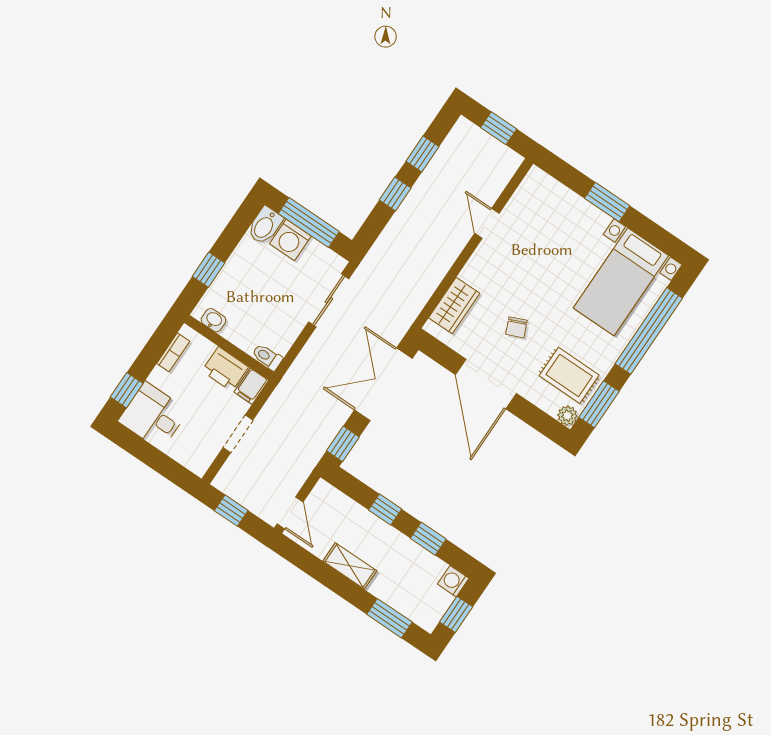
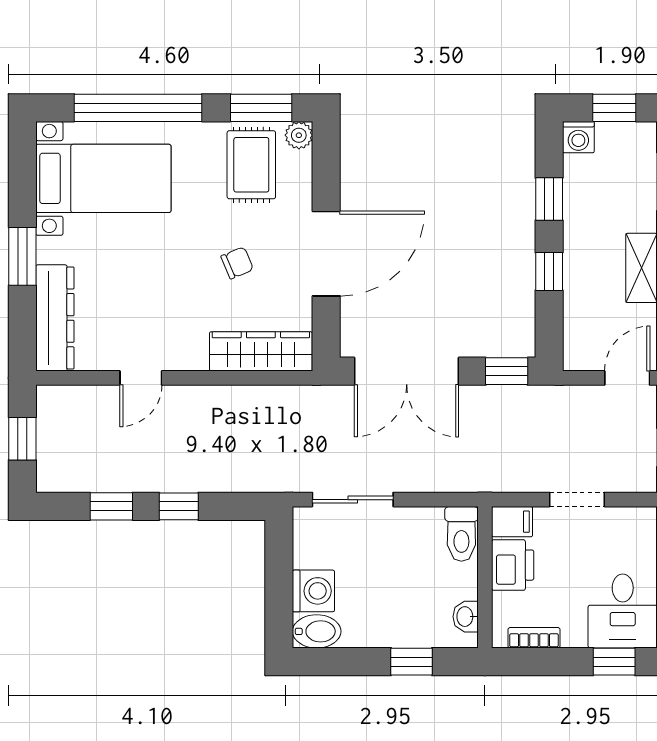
dresser: (557, 196) -> (55, 318), added
window: (309, 222) -> (279, 583), removed
wardrobe: (454, 306) -> (261, 351), width x1.50
toilet: (267, 357) -> (461, 534), width x1.37, depth x1.39

